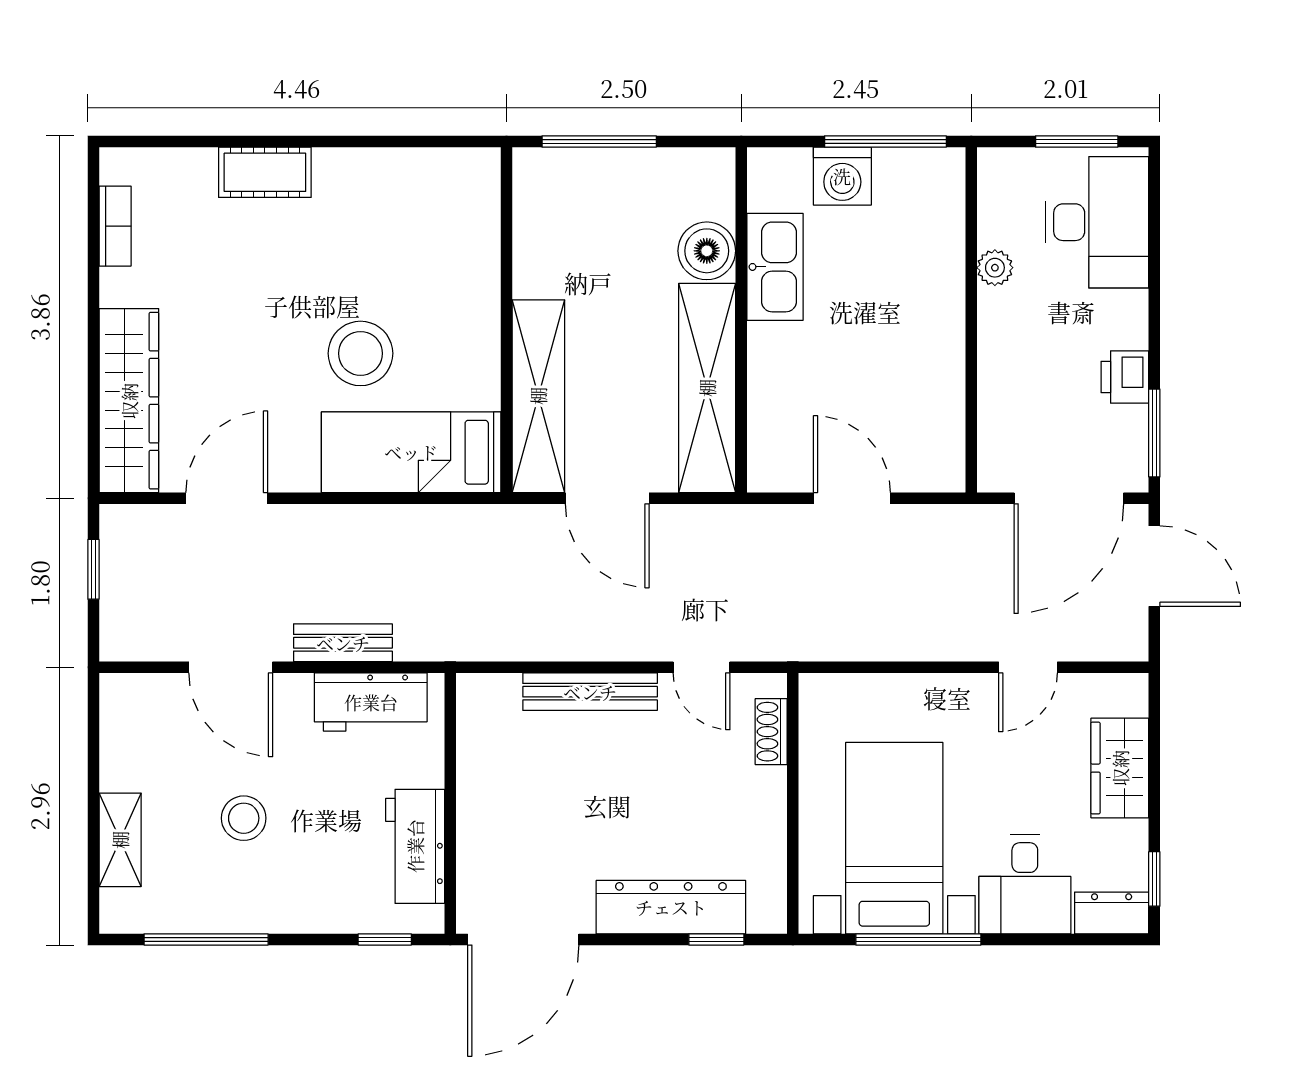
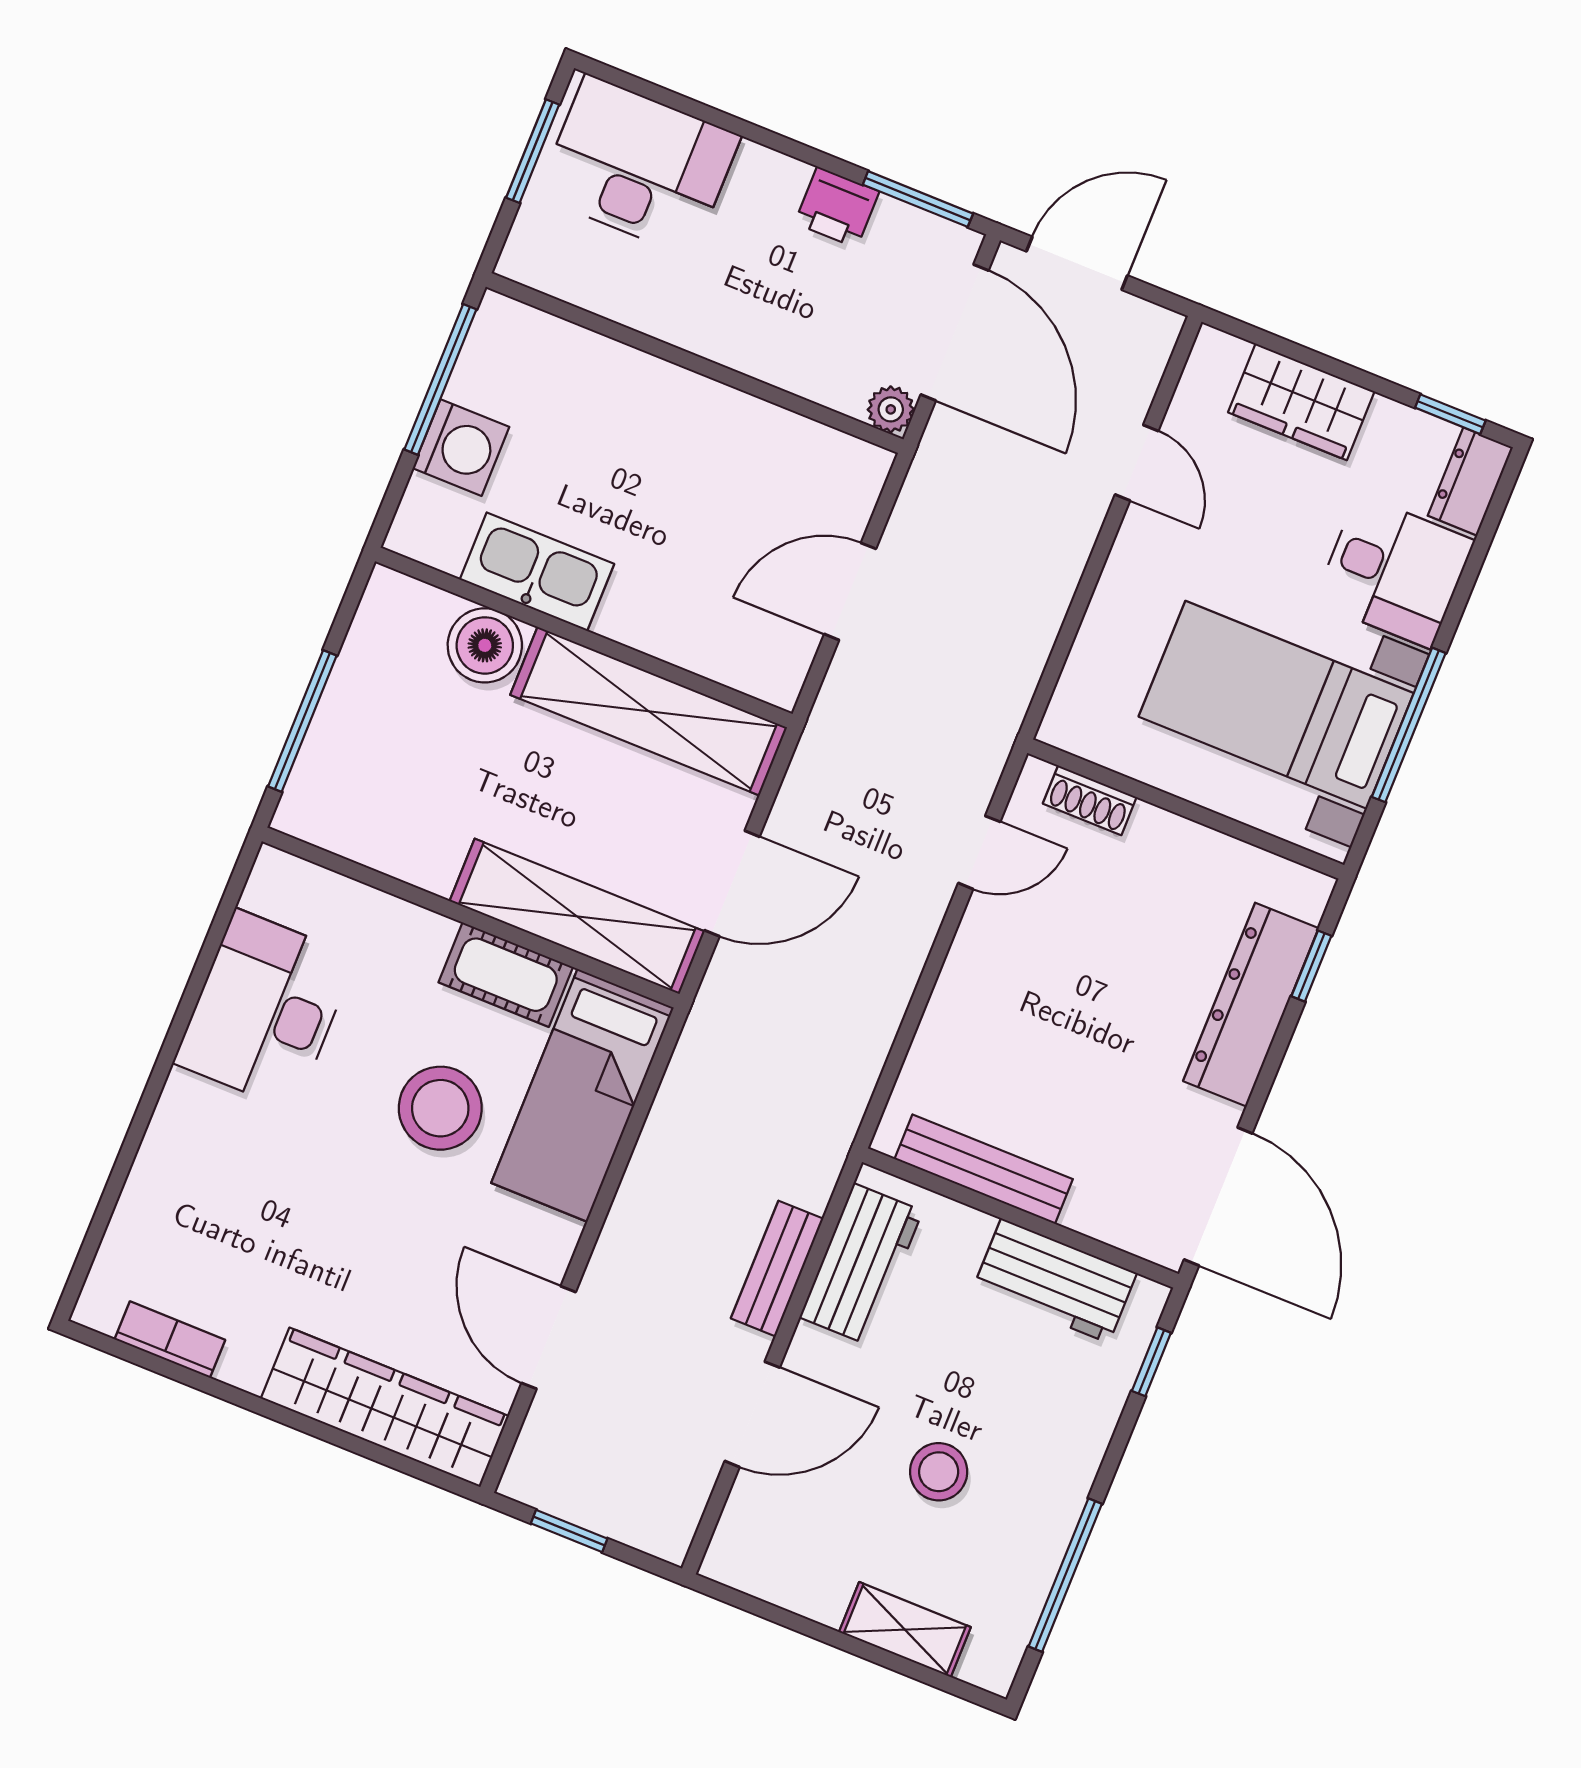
cot: (265, 172) -> (506, 975), moved, turned 90
desk: (380, 198) -> (265, 1010), added
plant: (995, 268) -> (891, 409), moved
bench: (590, 692) -> (984, 1169), moved, turned 90

